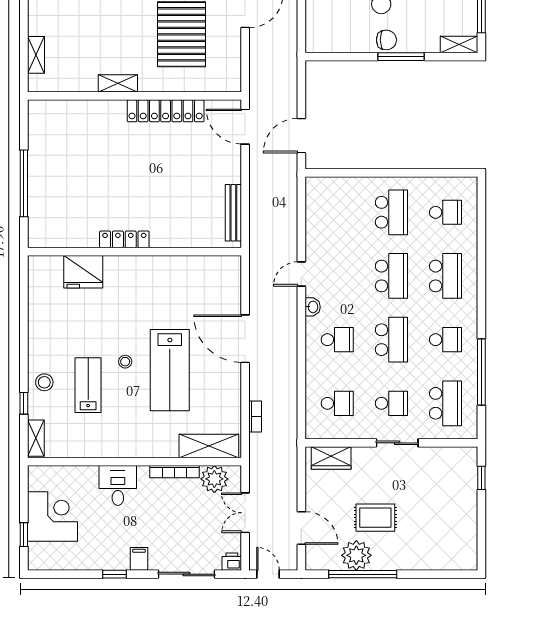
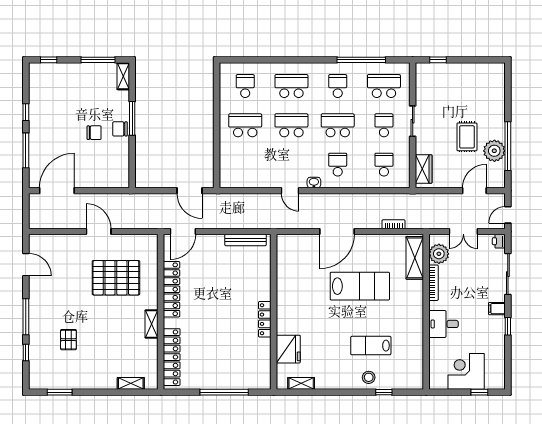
chair: (386, 40) -> (120, 129), turned -89
locker: (72, 111) -> (172, 357), added
stool: (125, 362) -> (354, 319), removed
shelving: (36, 438) -> (301, 383), moved

